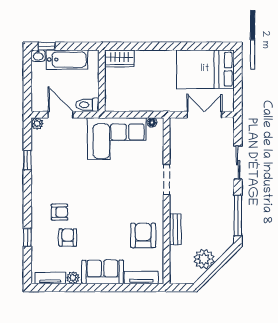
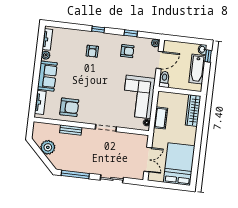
wardrobe: (119, 58) -> (193, 111), width x1.50
cot: (143, 103) -> (161, 118), added
window: (27, 237) -> (98, 29), moved
armchair: (68, 238) -> (127, 51), moved

